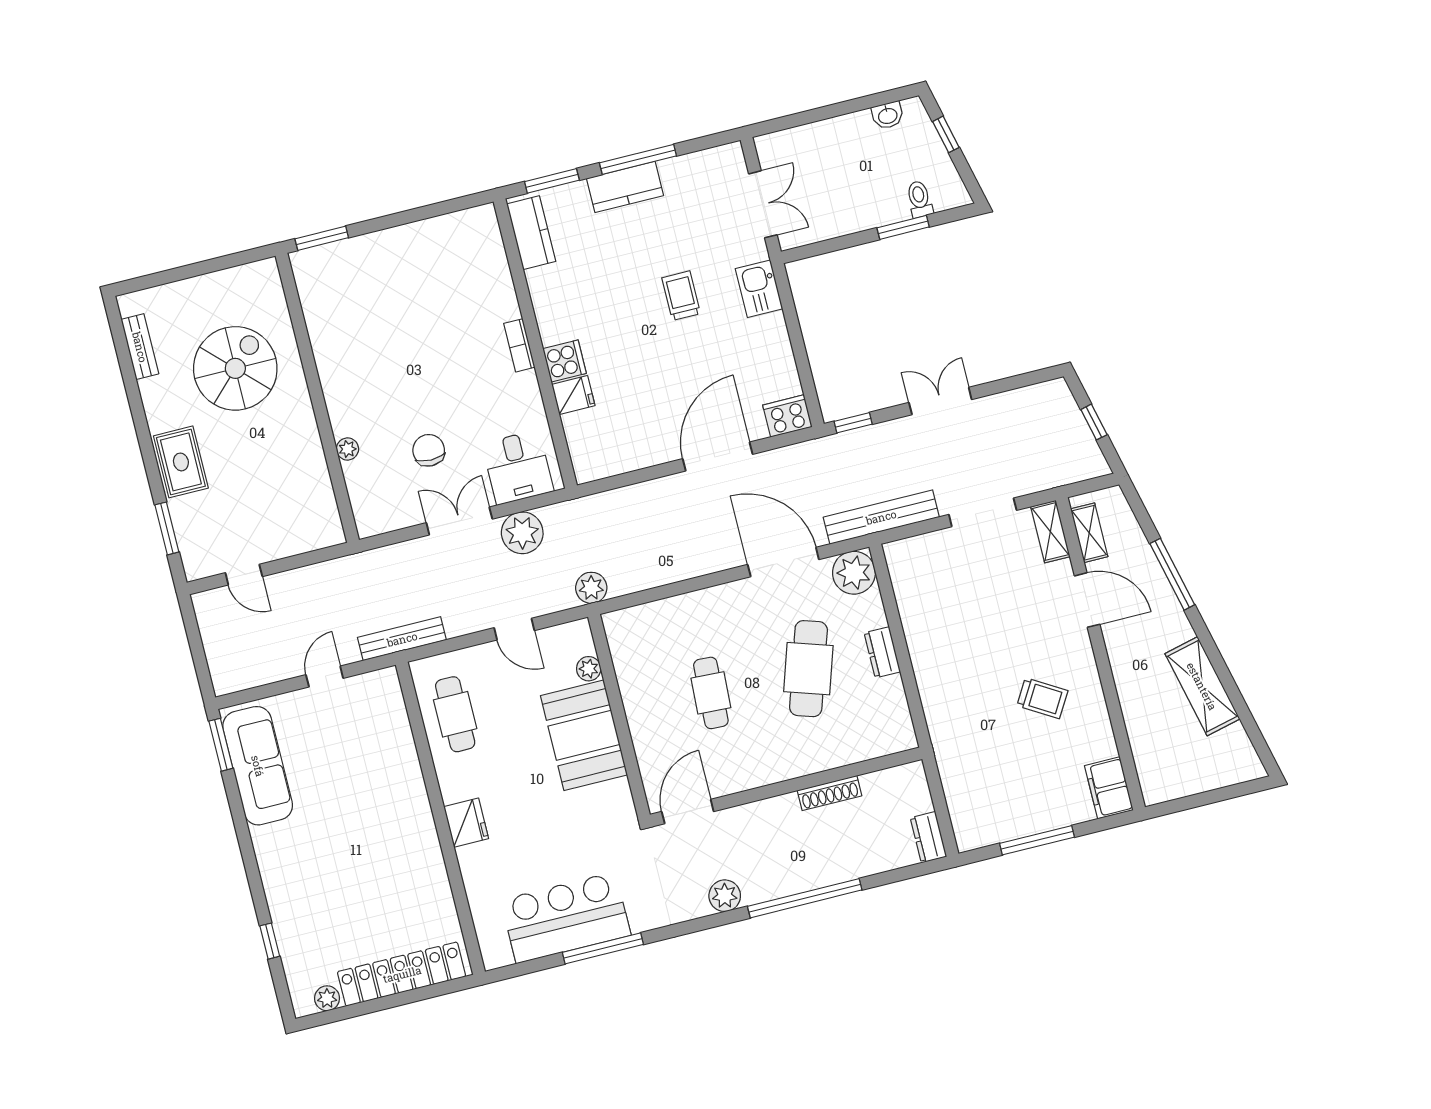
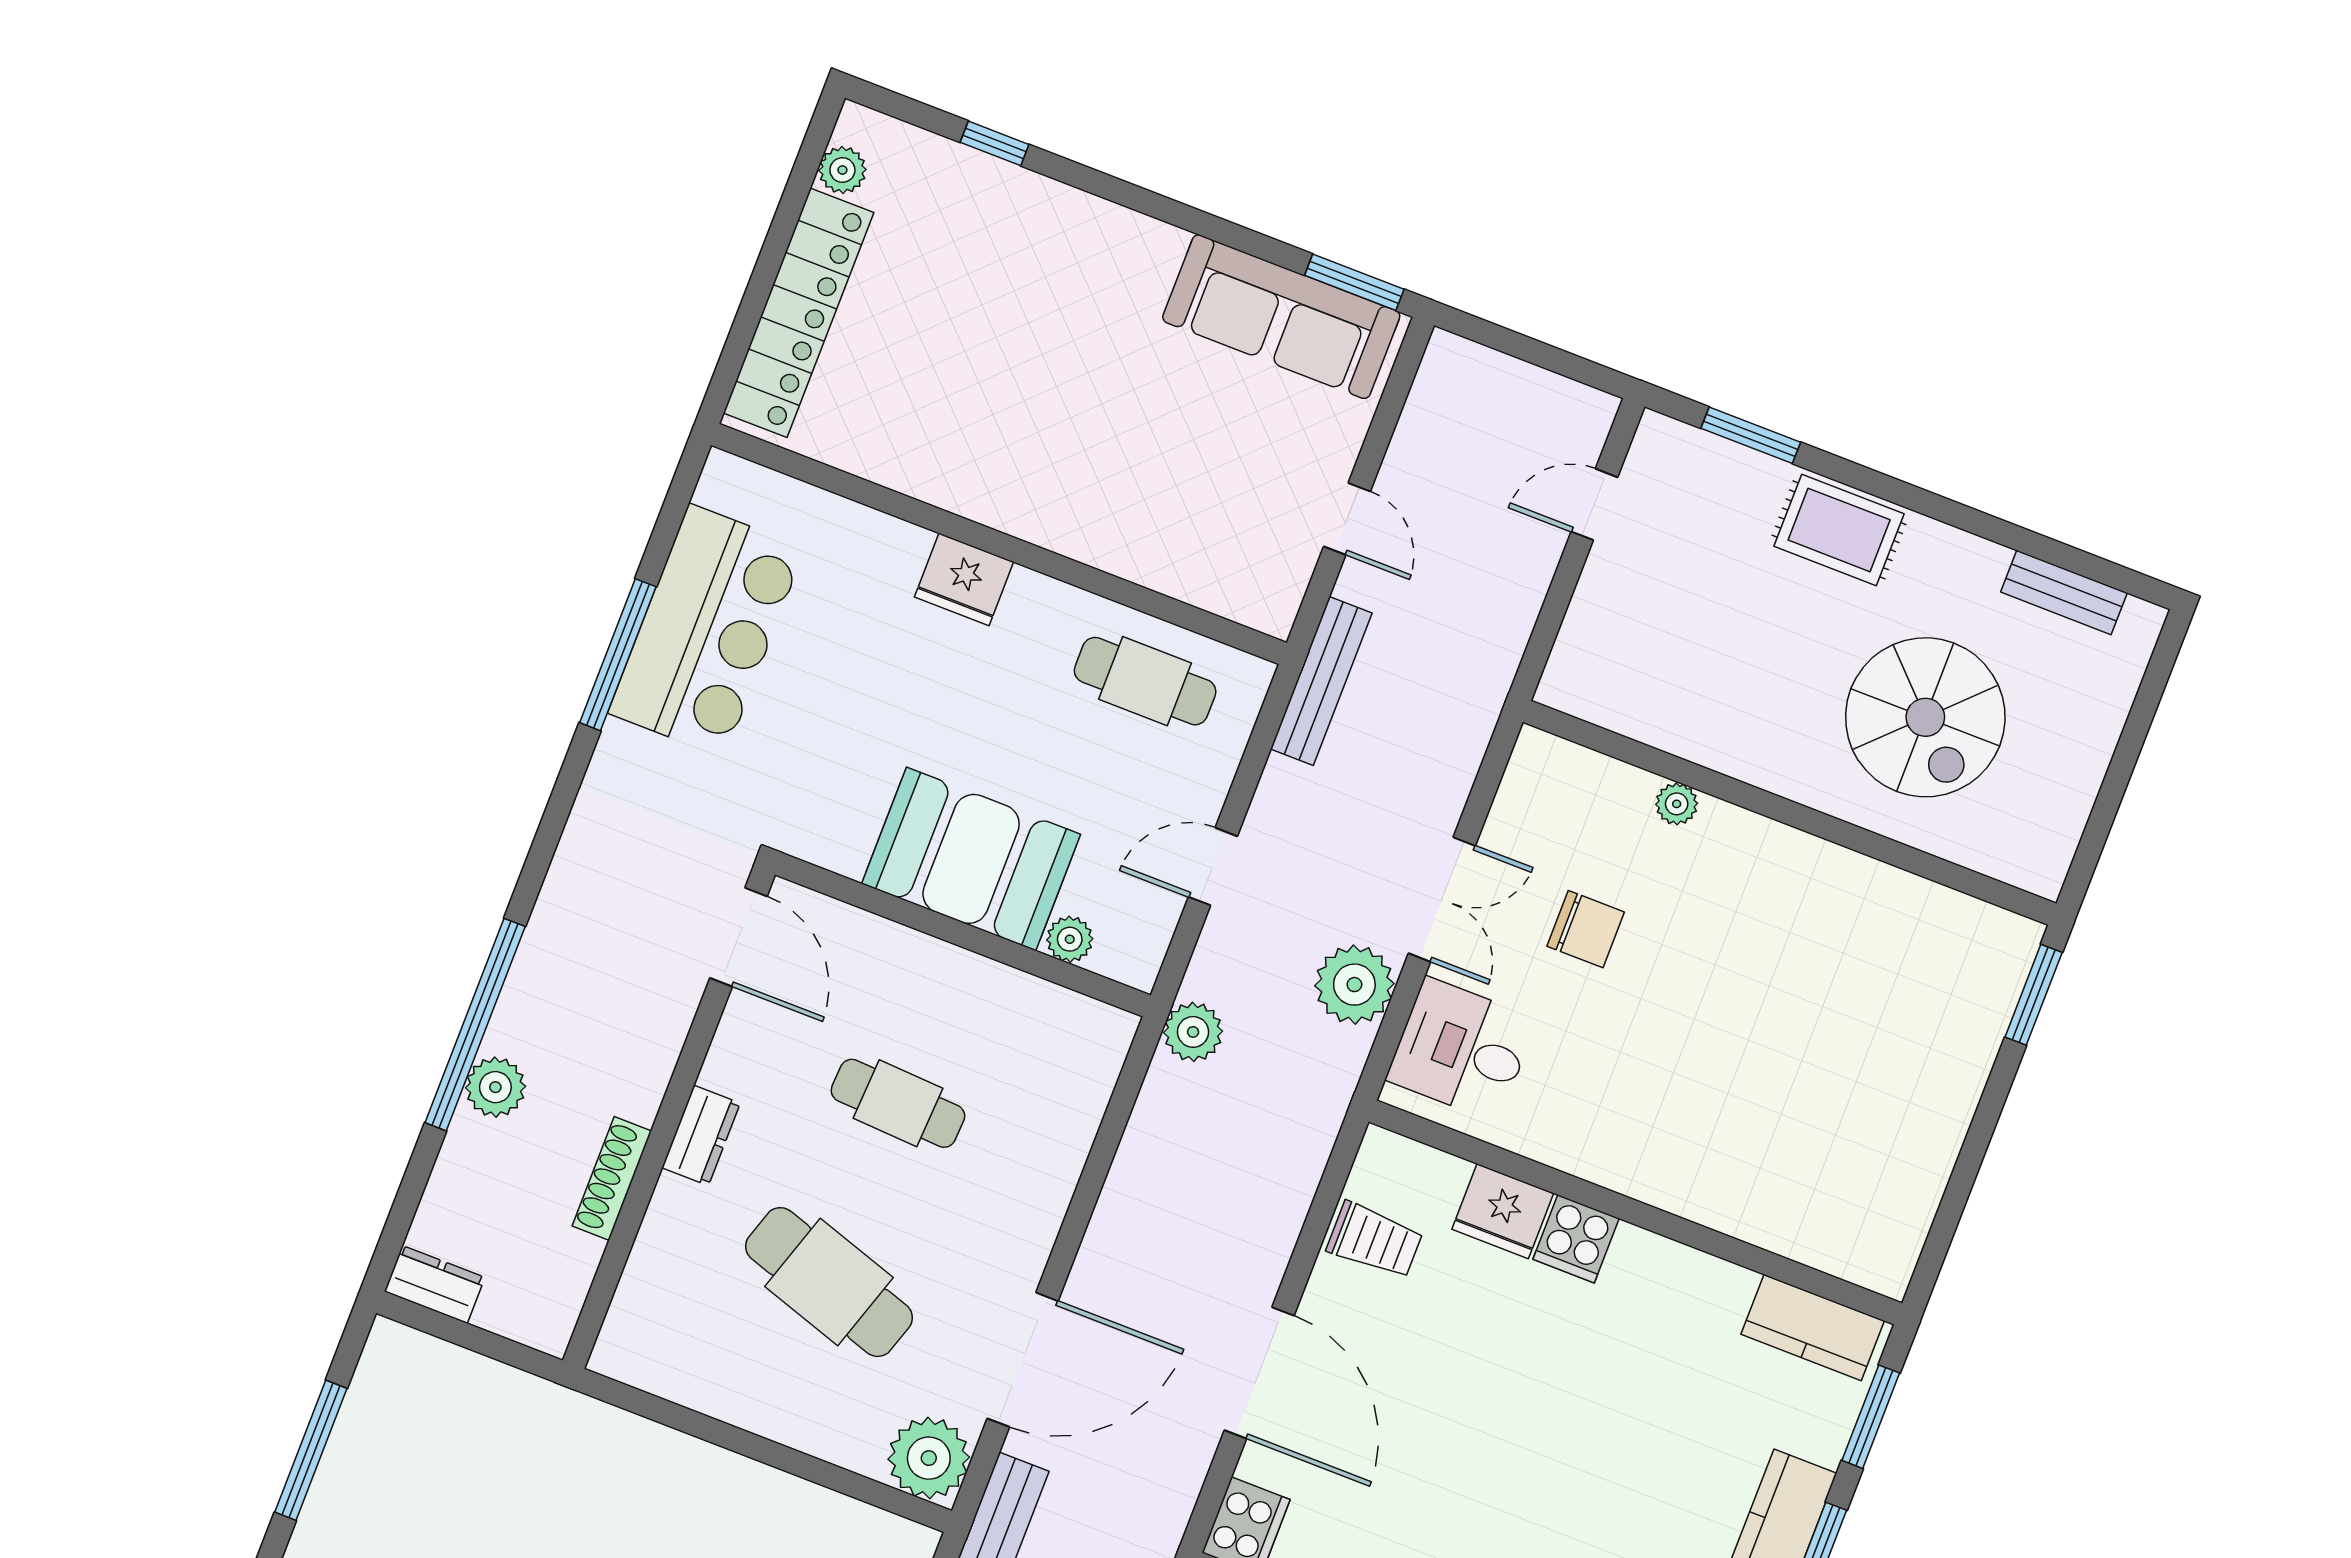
trolley: (681, 296) -> (1375, 1240), moved
bookcase: (519, 345) -> (1650, 1186), removed
fridge: (573, 395) -> (1503, 1211), width x1.38
dresser: (882, 652) -> (701, 1135), moved, turned 90
plant: (725, 896) -> (495, 1087), moved

